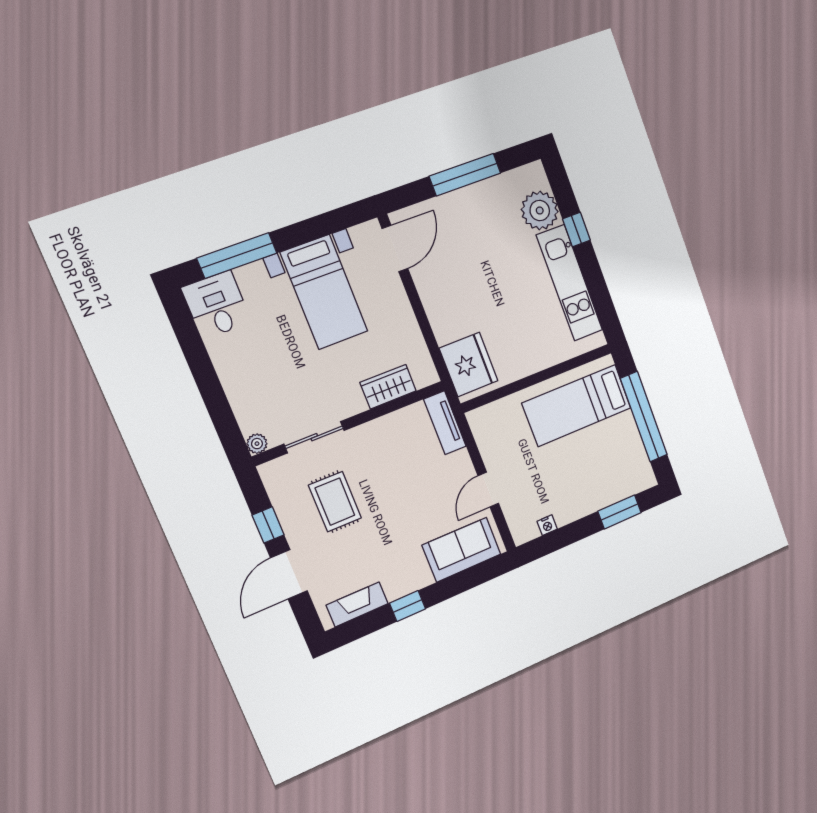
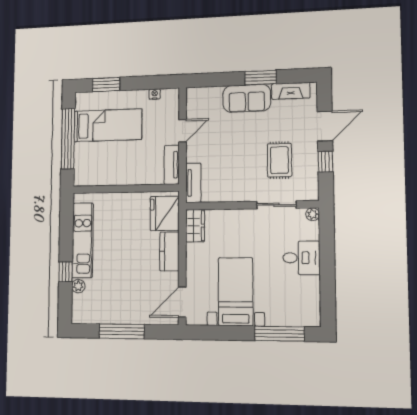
plant: (540, 210) -> (78, 286), width x0.53, depth x0.53
desk: (217, 305) -> (301, 258), moved, turned -90
kitchen counter: (441, 313) -> (169, 251), added
wardrobe: (388, 387) -> (195, 226), moved, turned -90
bed: (577, 405) -> (108, 125), moved
tv unit: (485, 436) -> (172, 165), added
sofa: (462, 550) -> (247, 98), moved
window: (408, 606) -> (260, 78), width x1.50

